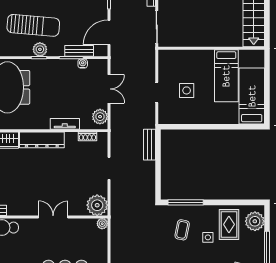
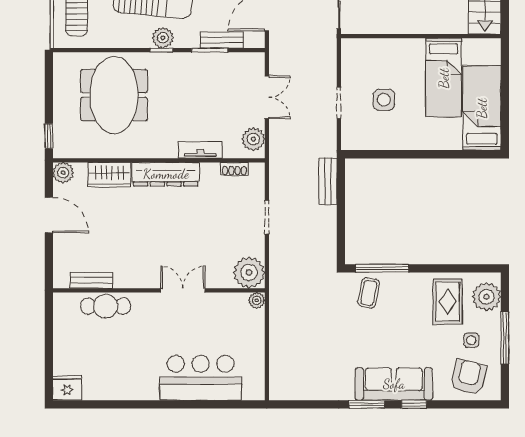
water cooler: (83, 64) -> (227, 59), removed
coffee table: (182, 230) -> (369, 293), moved
side table: (208, 237) -> (471, 340), moved

